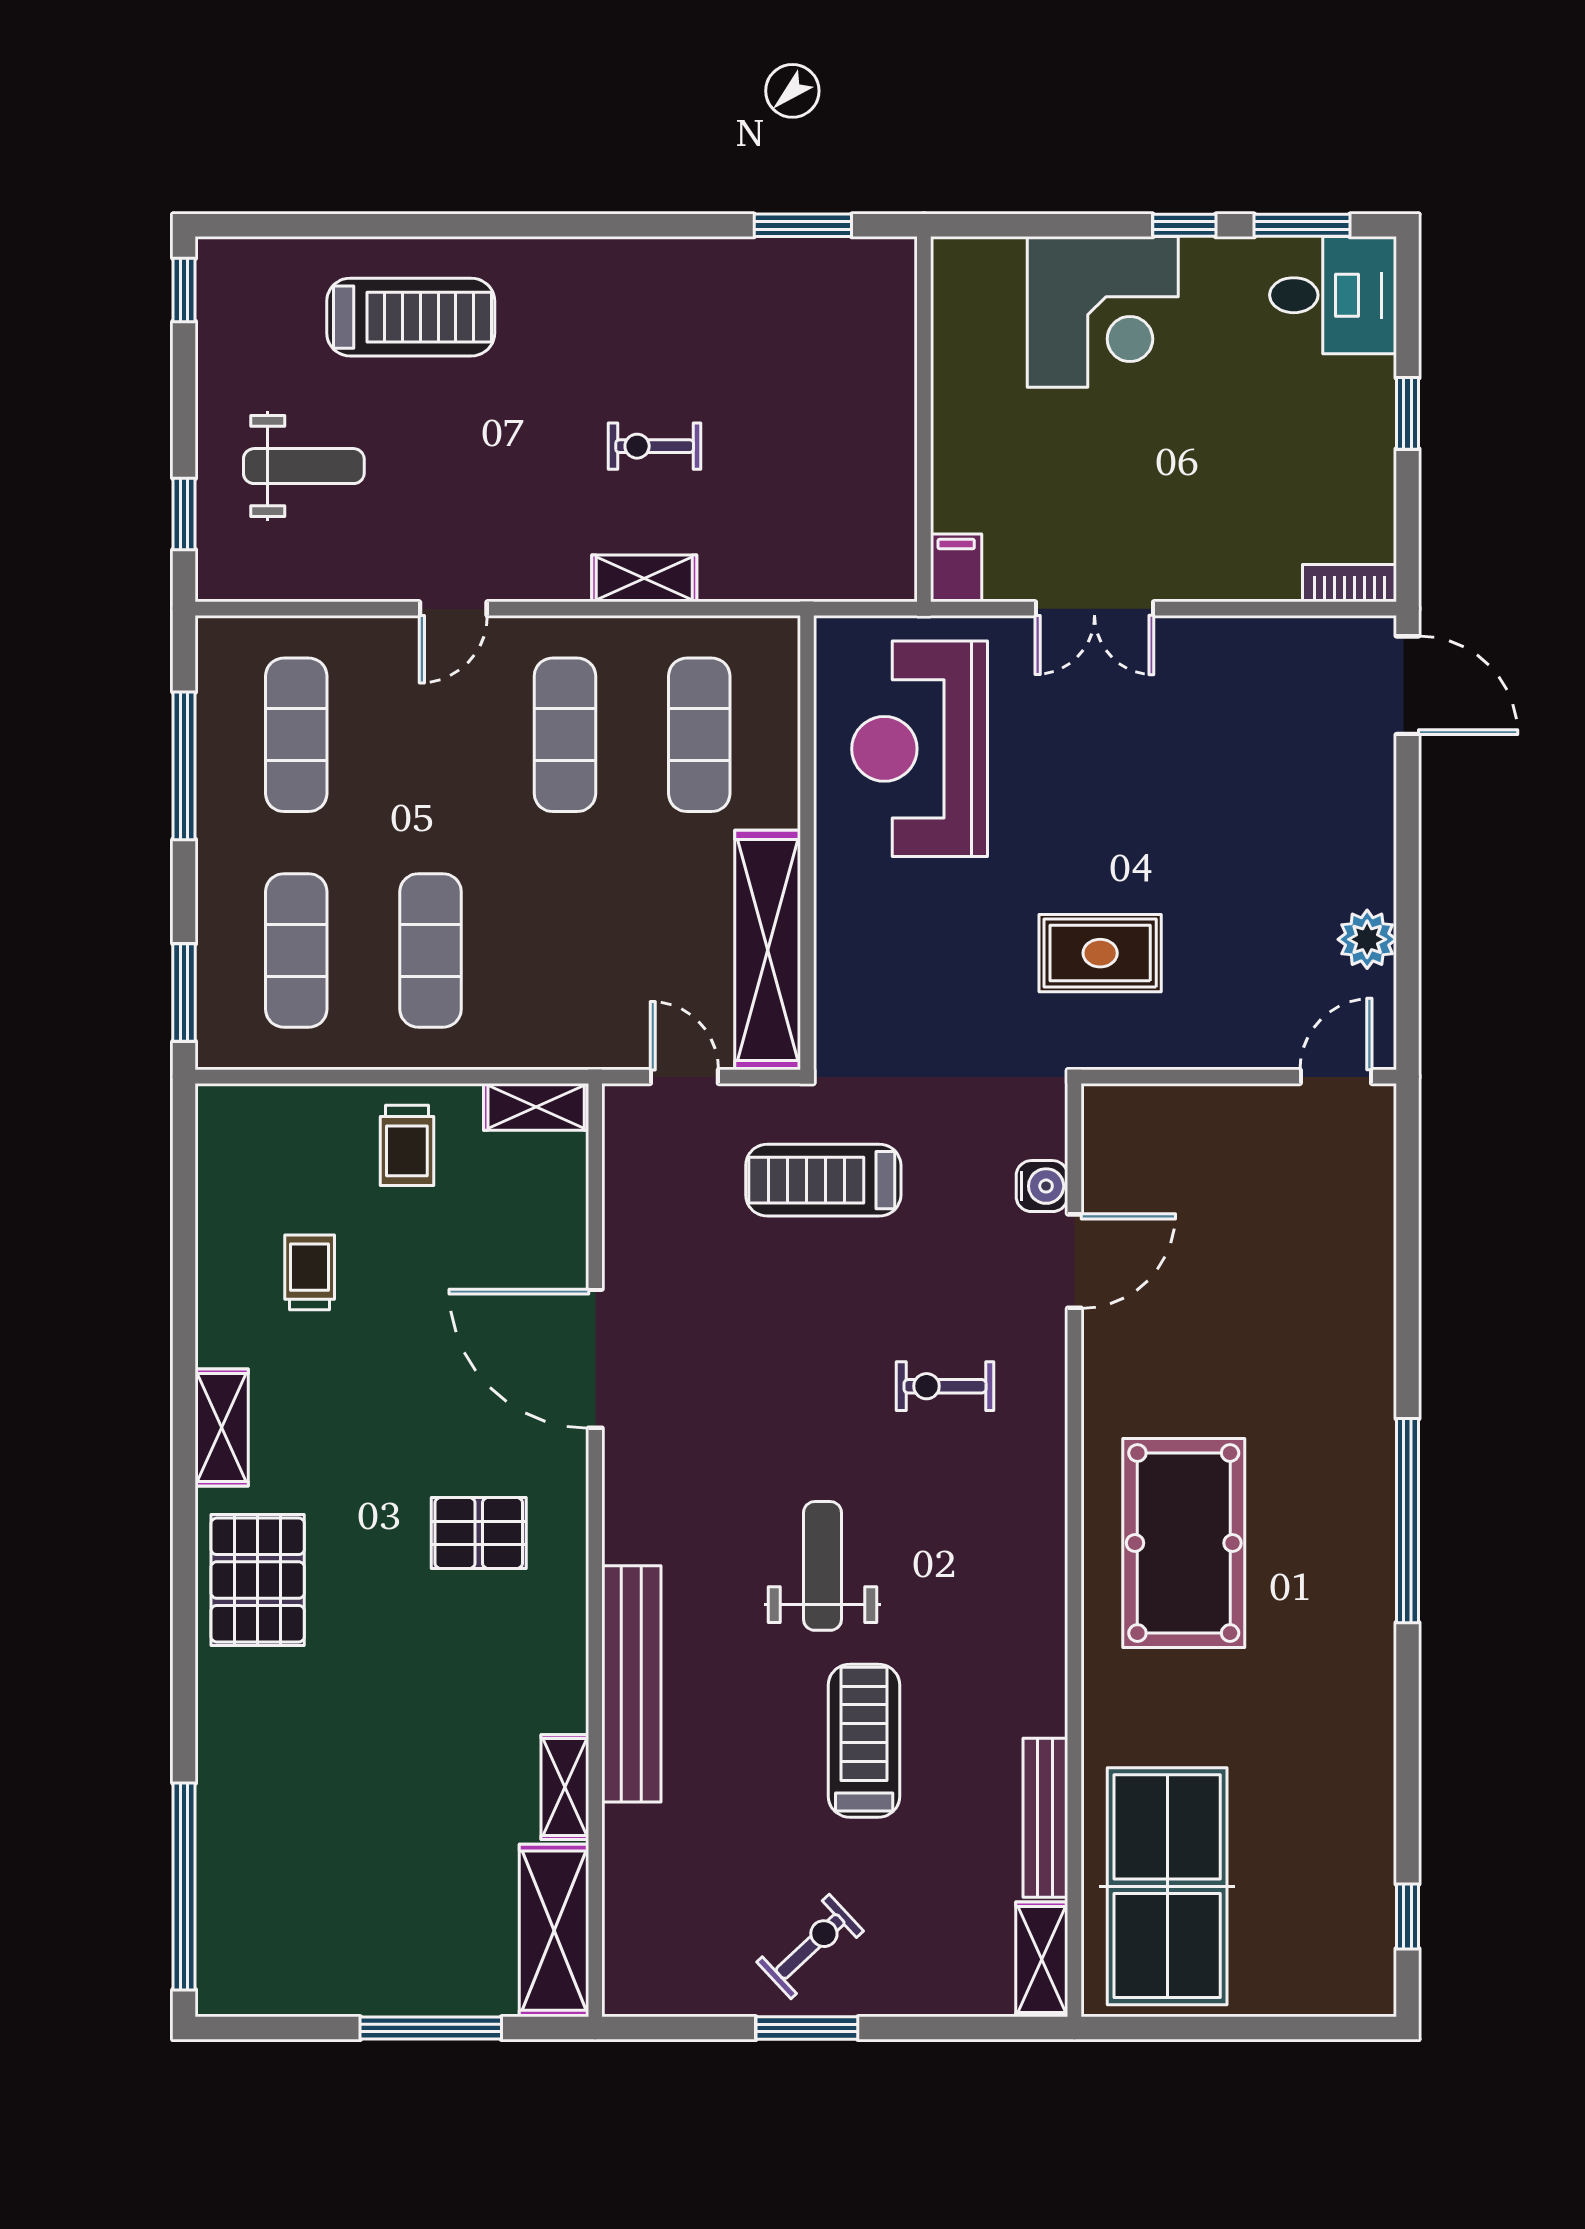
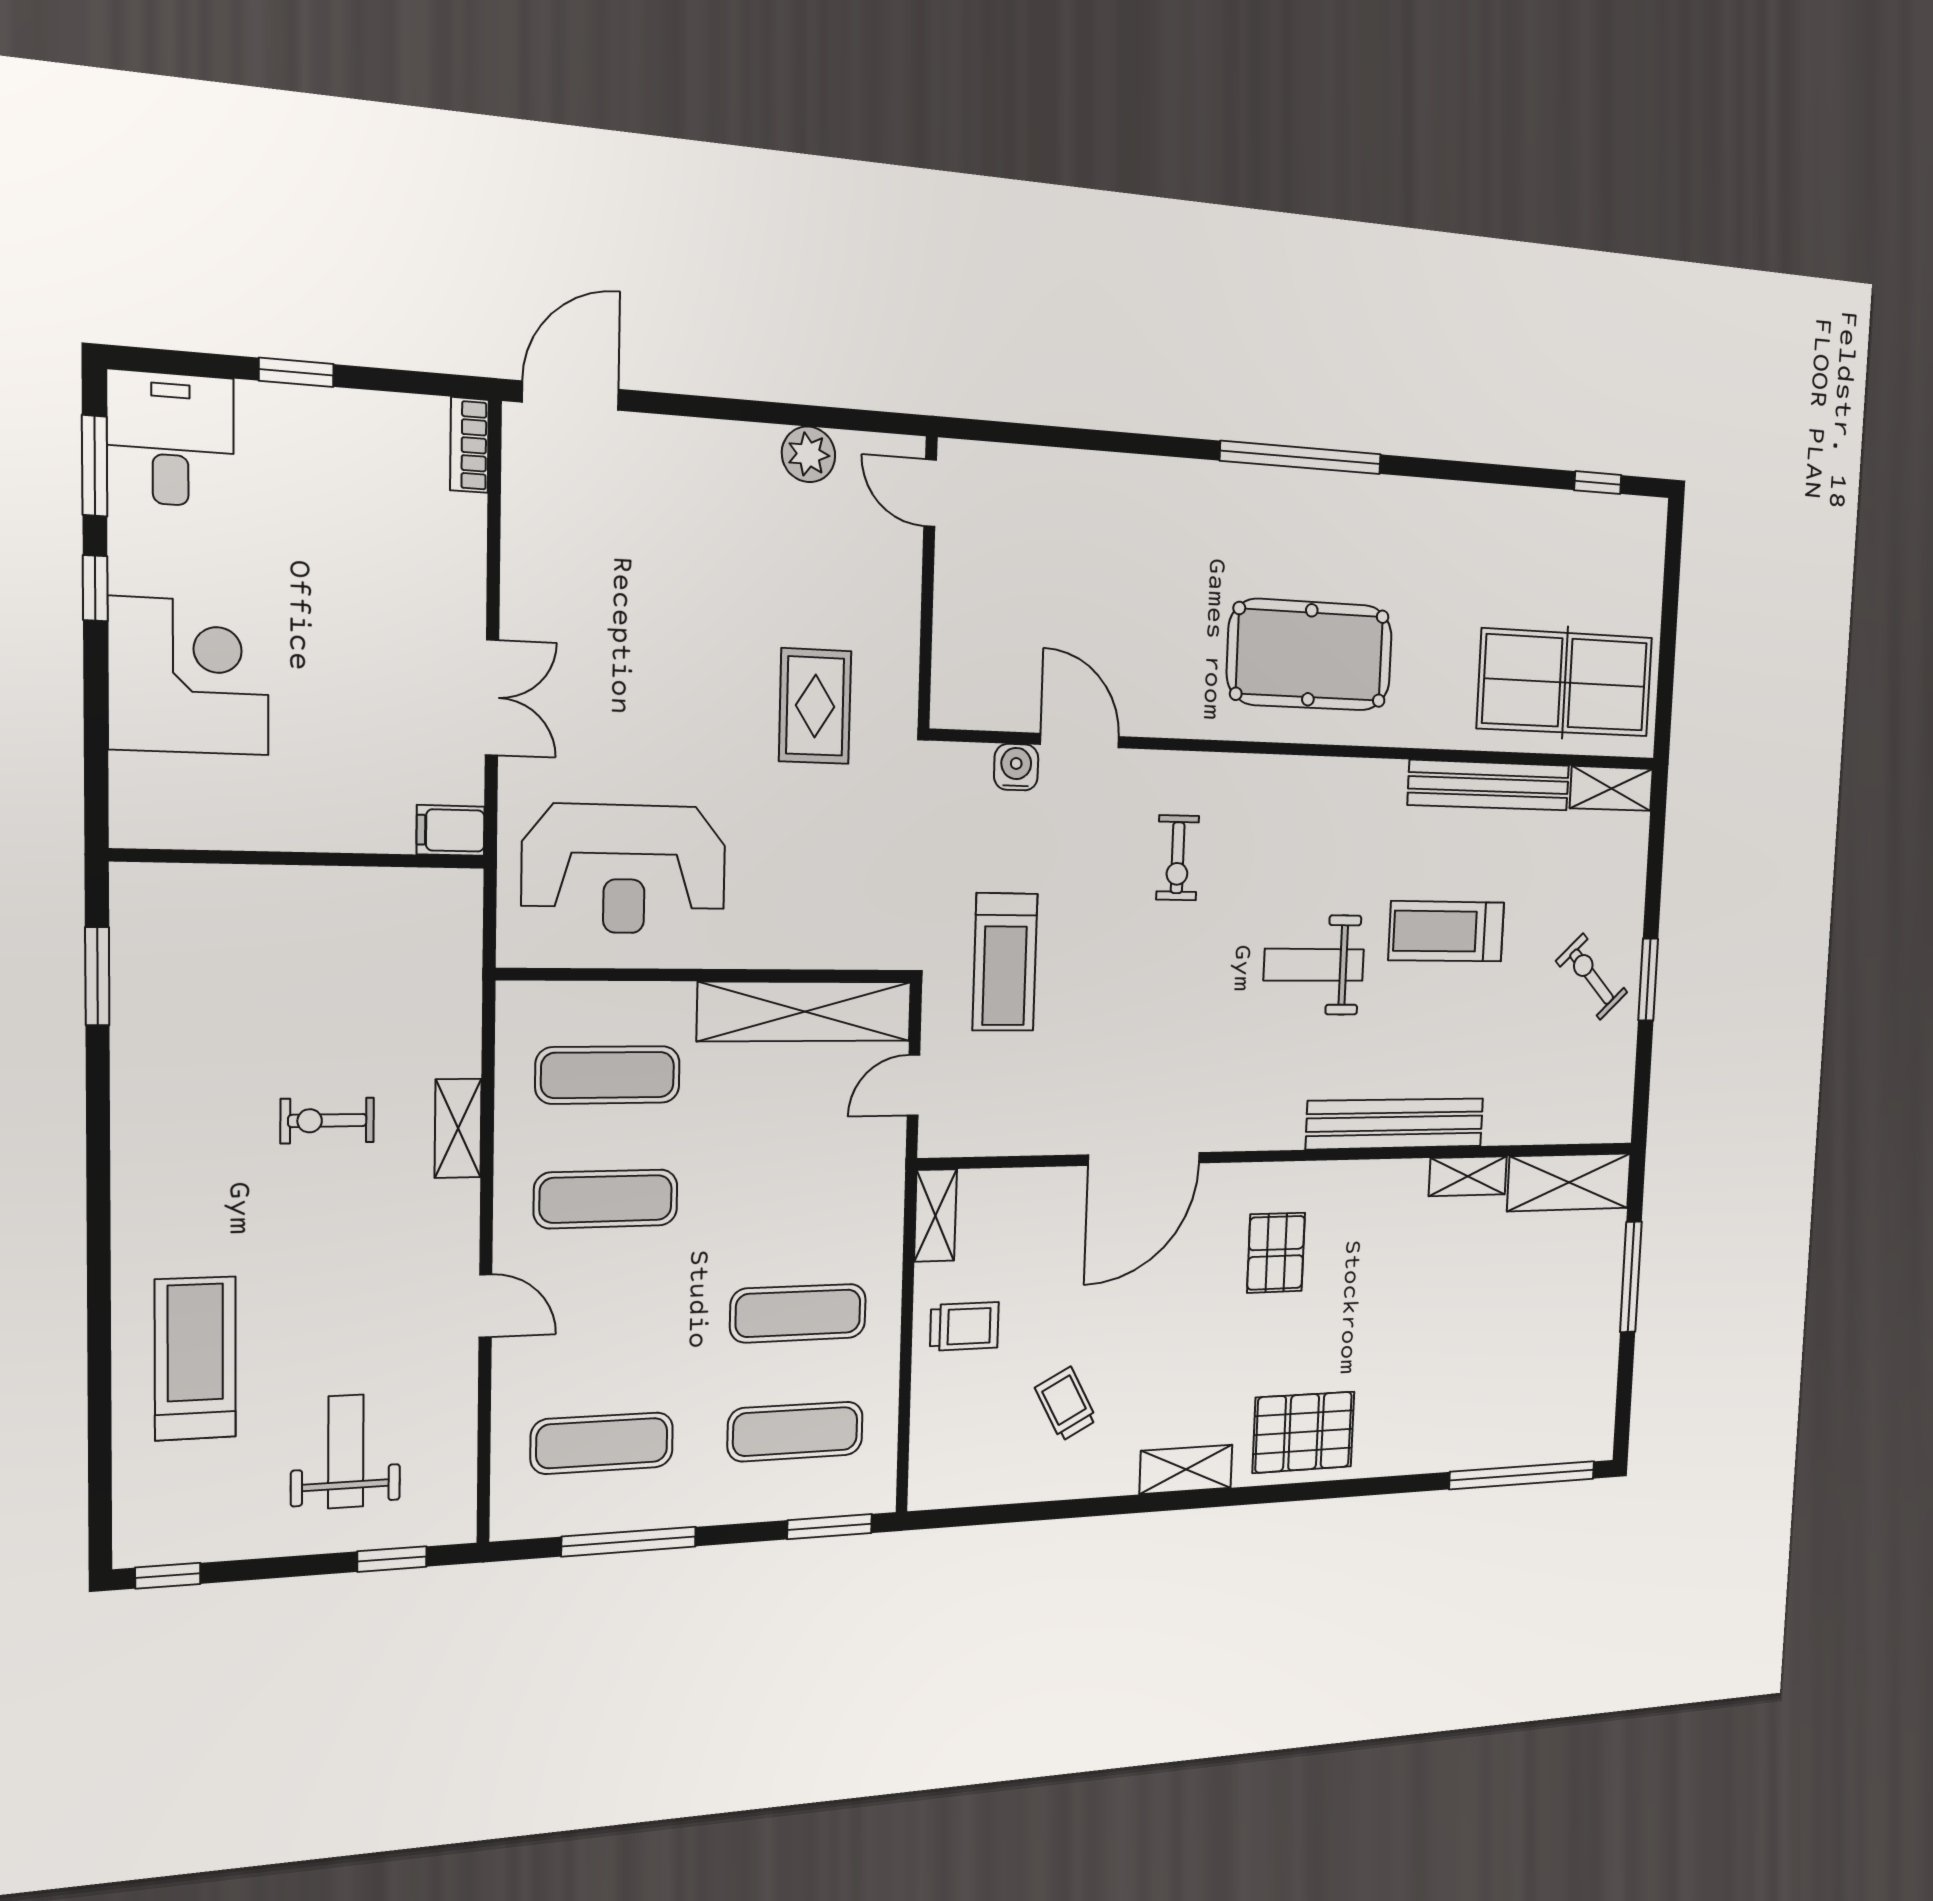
exercise bike: (655, 446) -> (327, 1121), turned 90
trolley: (310, 1272) -> (1066, 1404), turned 62
bench: (1045, 1818) -> (1489, 785), width x1.37, depth x1.21

